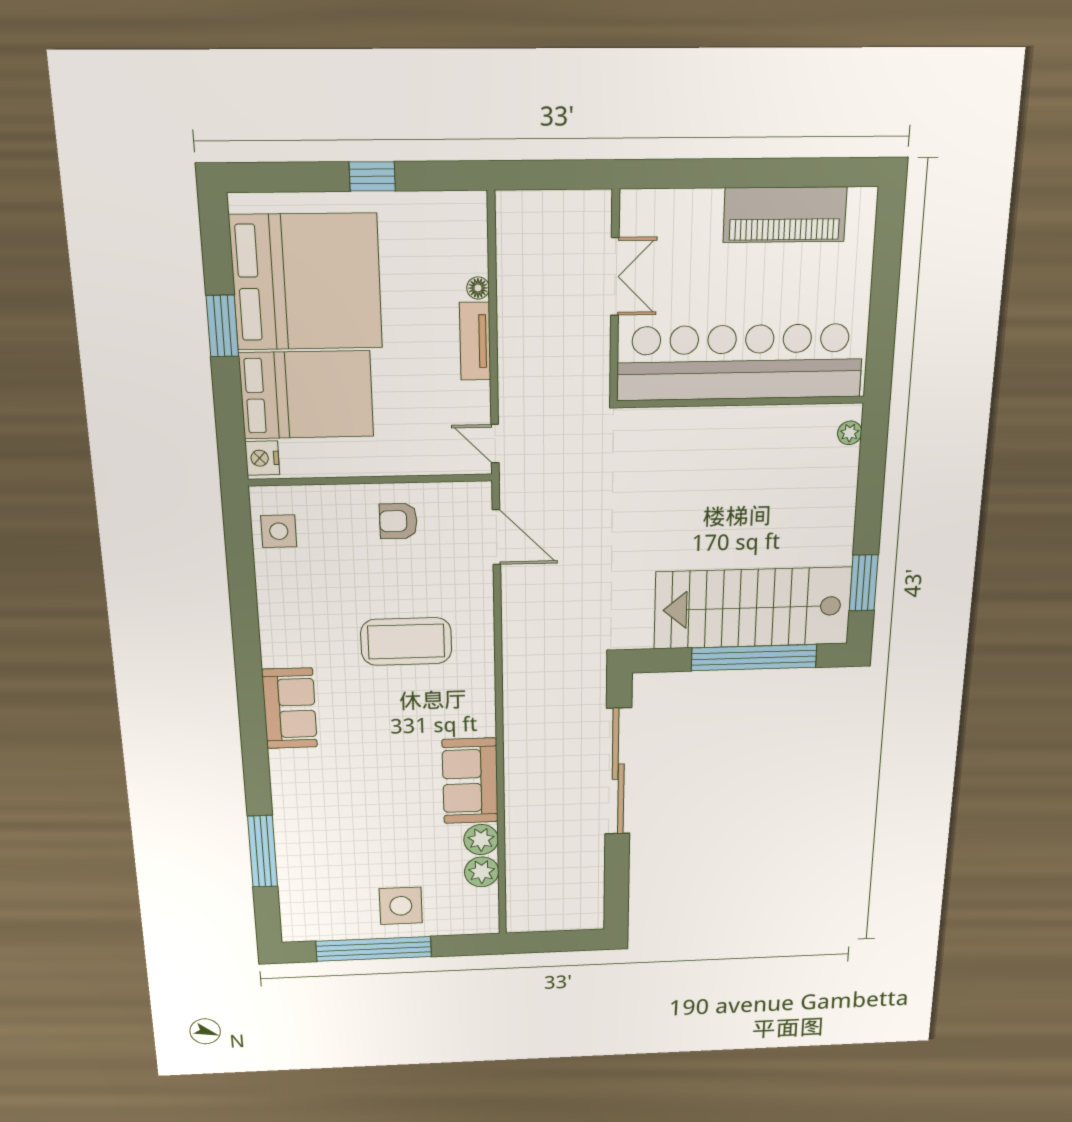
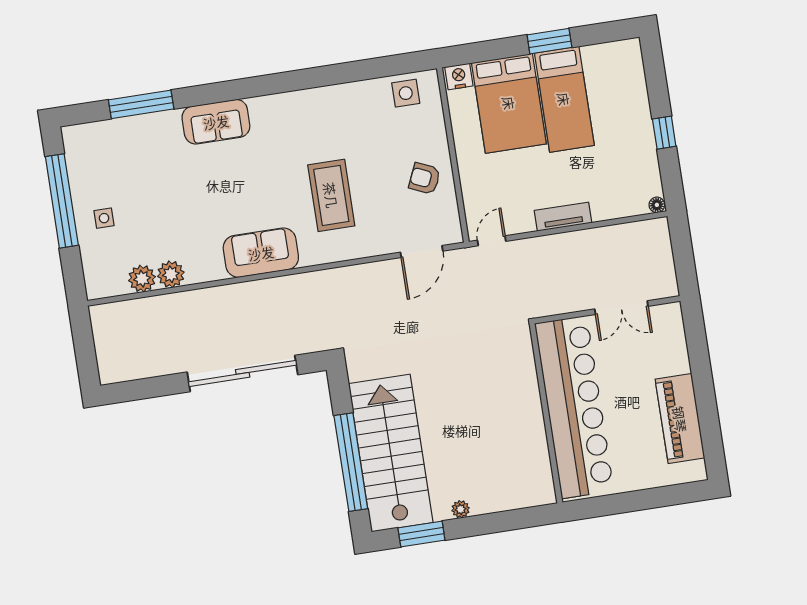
bed: (306, 282) -> (564, 99), width x0.49
floor lamp: (478, 288) -> (657, 205), moved
plant: (850, 433) -> (461, 509), moved
armchair: (398, 521) -> (425, 179), turned -66
sofa: (290, 708) -> (216, 122), moved
sofa: (470, 781) -> (261, 253), moved
side table: (401, 906) -> (104, 218), width x0.54, depth x0.54

